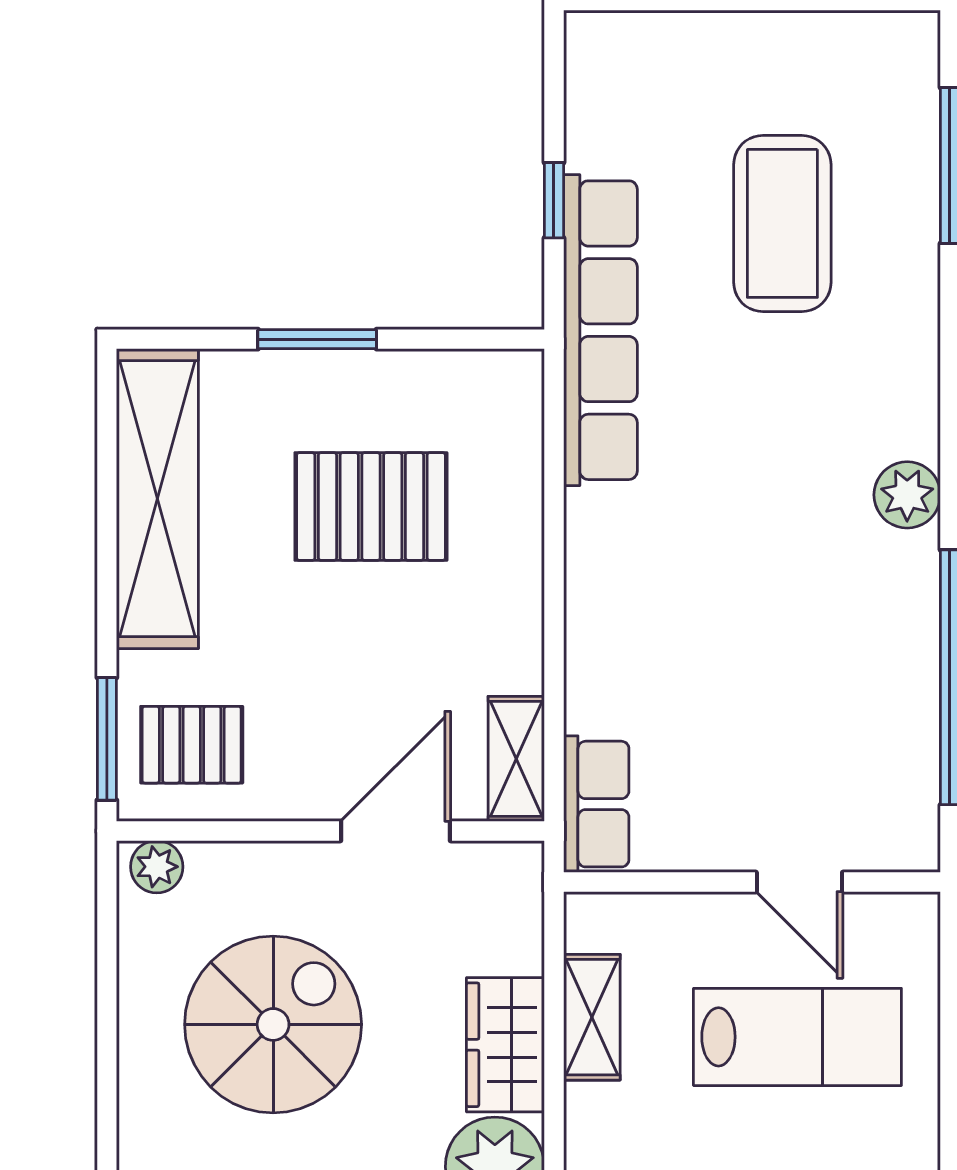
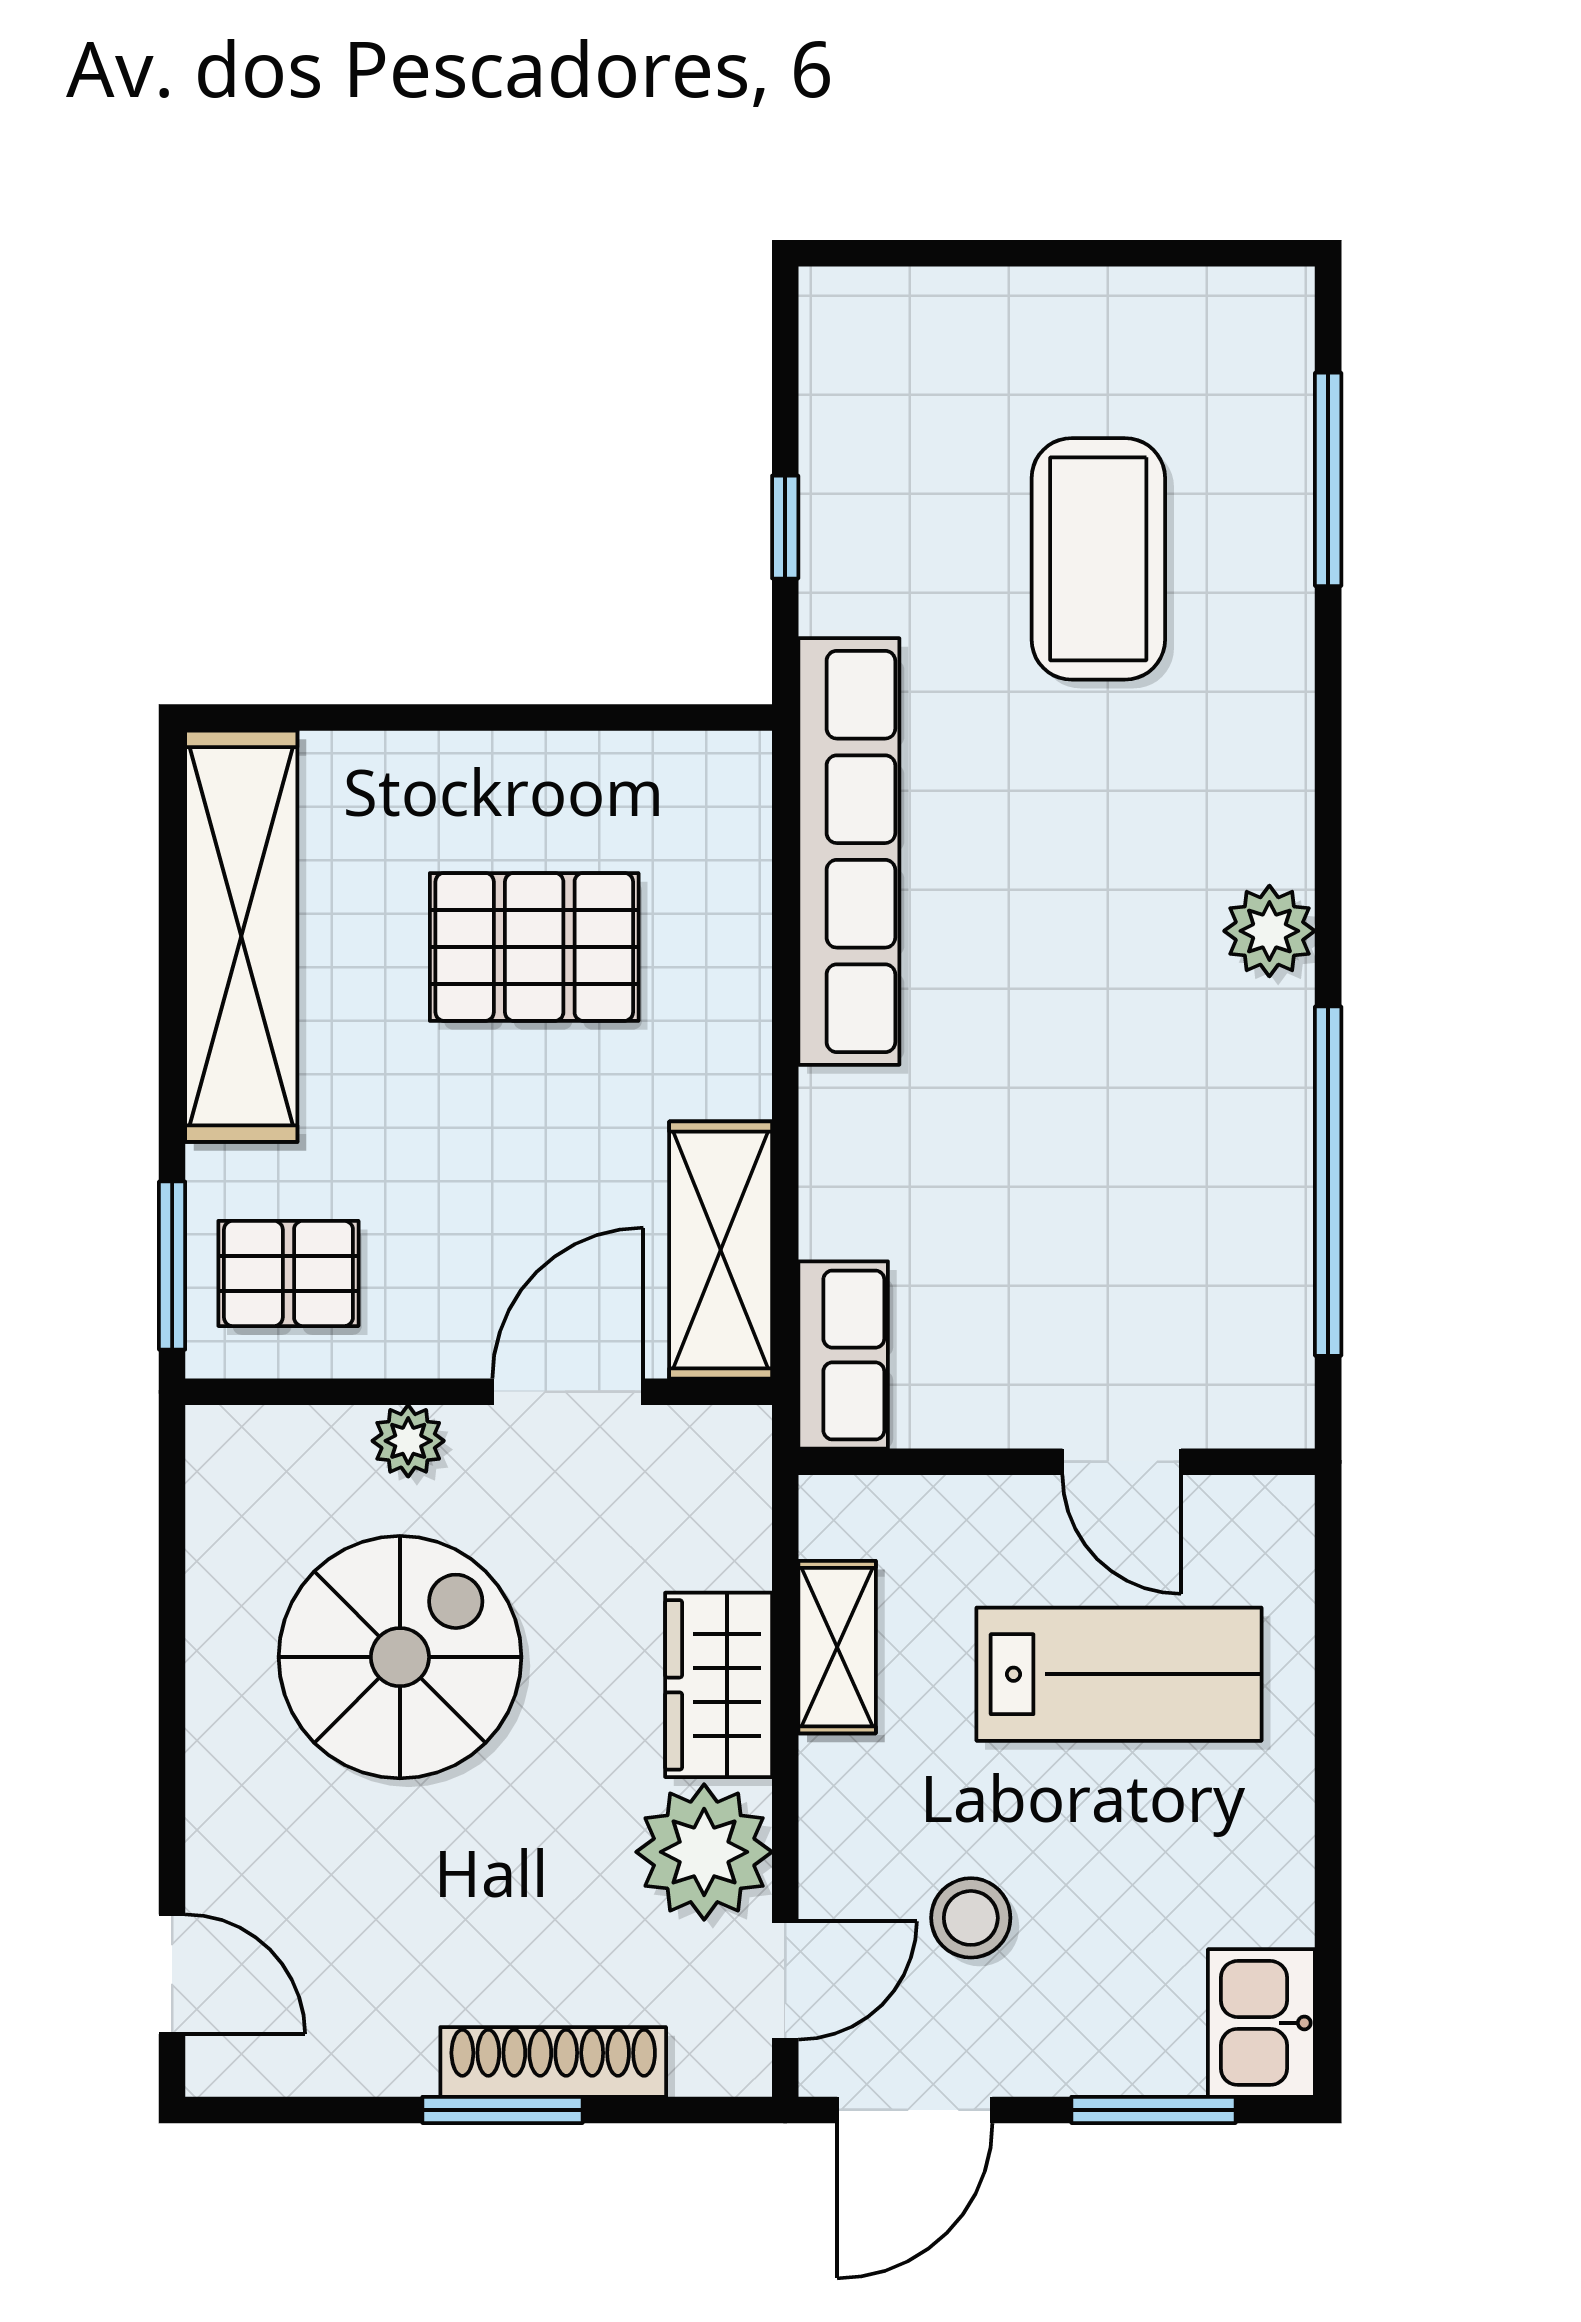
row of seats: (600, 330) -> (849, 851), moved
window: (317, 339) -> (460, 717), removed
shelving: (516, 759) -> (721, 1250), width x1.50, depth x1.33
plant: (157, 867) -> (408, 1441), moved

